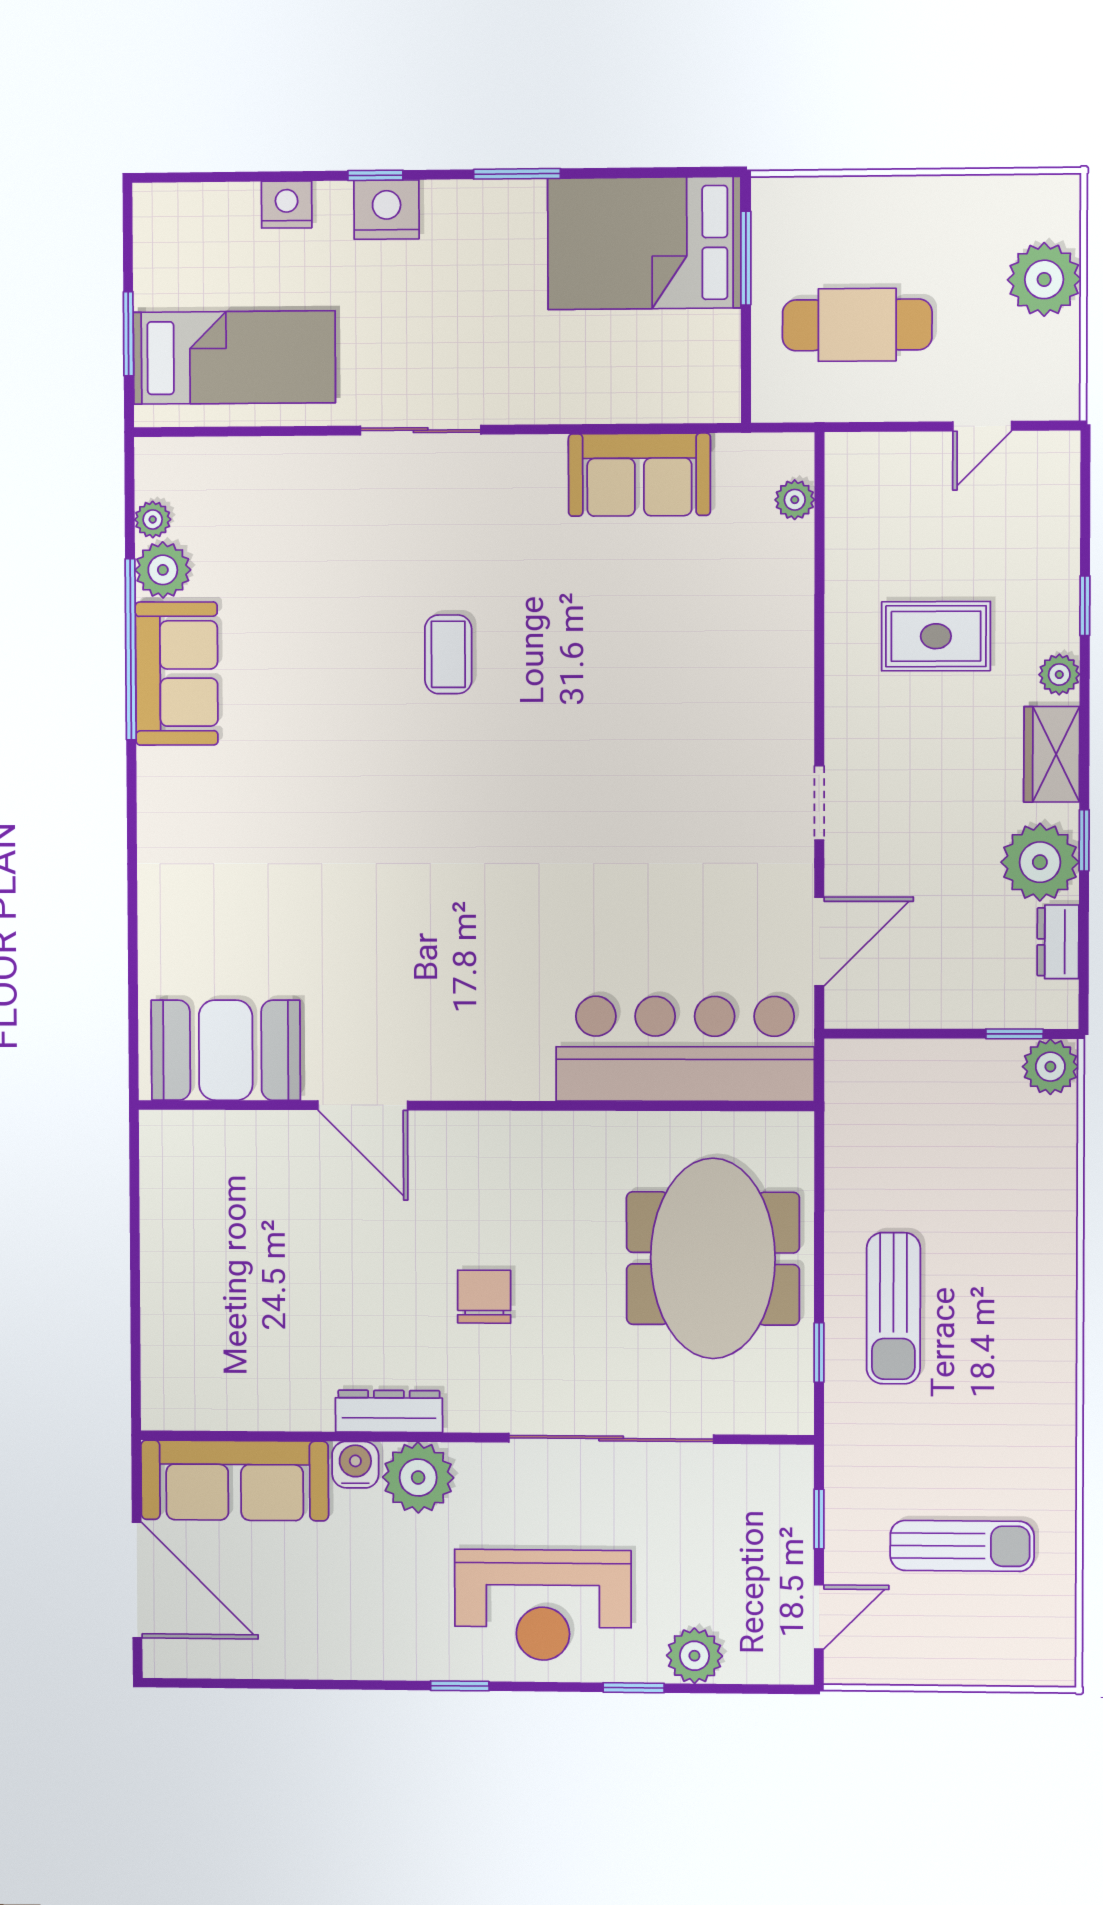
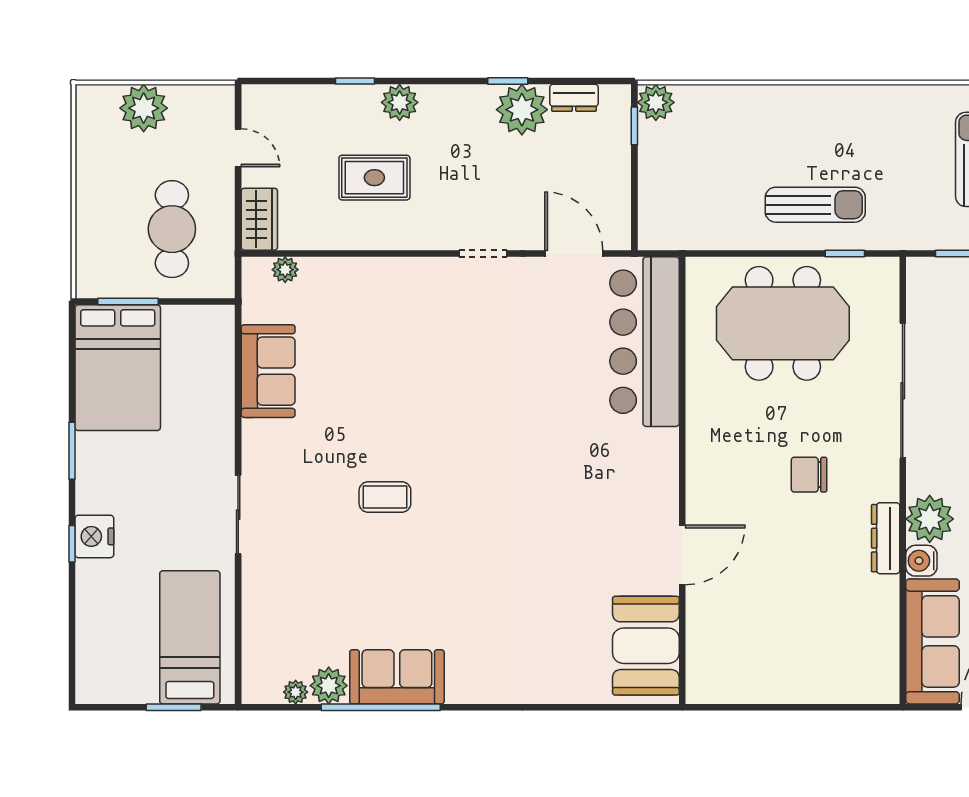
nightstand: (287, 205) -> (90, 602), removed
rug: (936, 636) -> (374, 178), turned 90
plant: (1059, 675) -> (400, 102), width x1.38, depth x1.38
wardrobe: (1052, 754) -> (259, 219), moved, turned -90

